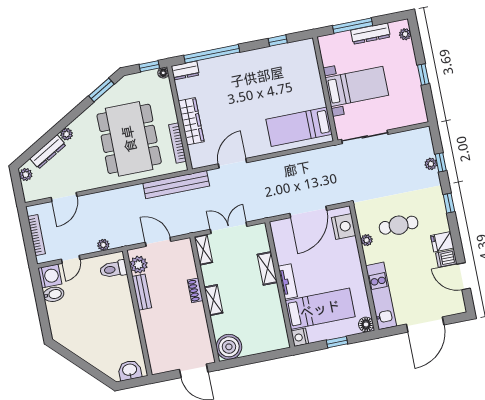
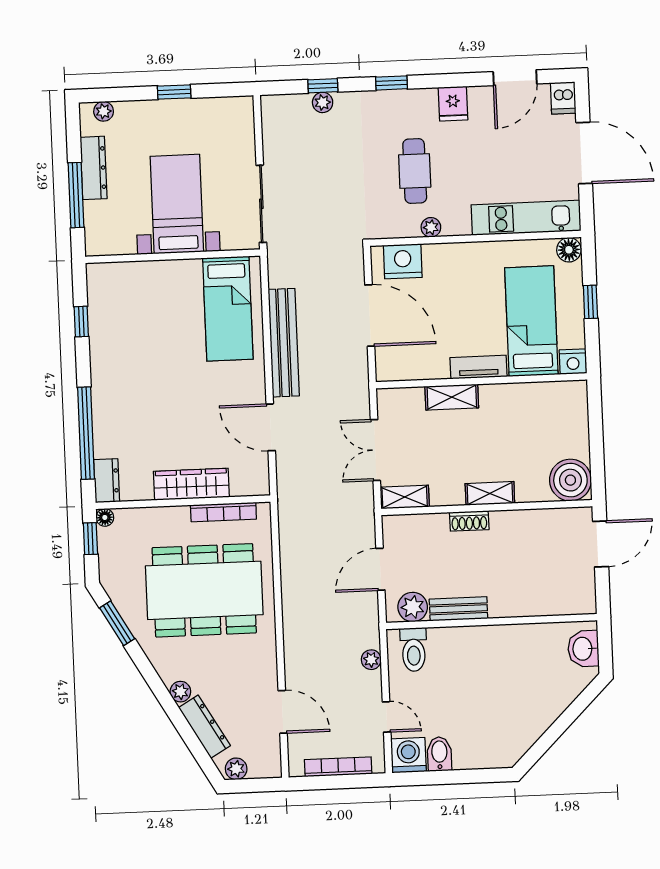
bench: (176, 185) -> (284, 343), moved
dishwasher: (446, 258) -> (563, 98), moved

